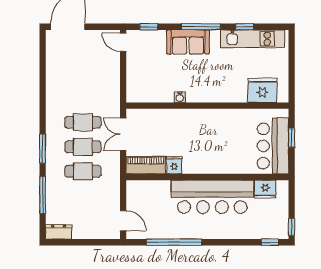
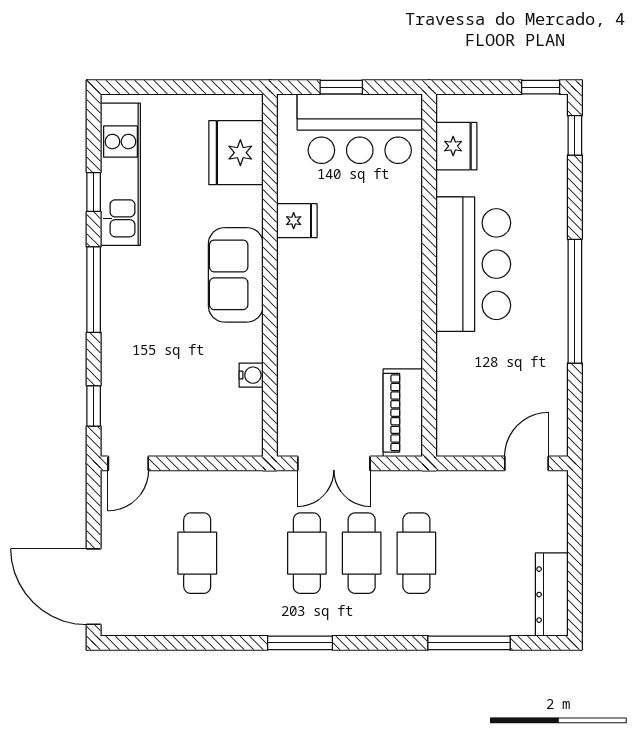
sofa: (188, 42) -> (236, 275), moved, turned 180
cafe table: (83, 73) -> (197, 553), added
water cooler: (180, 97) -> (251, 375), moved
window: (43, 149) -> (300, 643), moved
fridge: (174, 165) -> (297, 221), moved, turned 180
bar counter: (212, 197) -> (473, 264), width x0.73
dresser: (59, 232) -> (552, 595), width x1.44
window: (174, 242) -> (575, 301), moved

